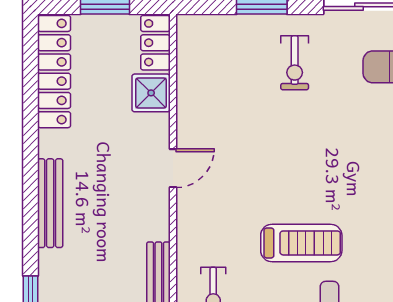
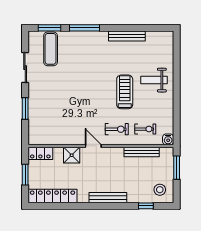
exercise bike: (295, 63) -> (117, 129), moved
shower: (151, 93) -> (72, 155), moved

